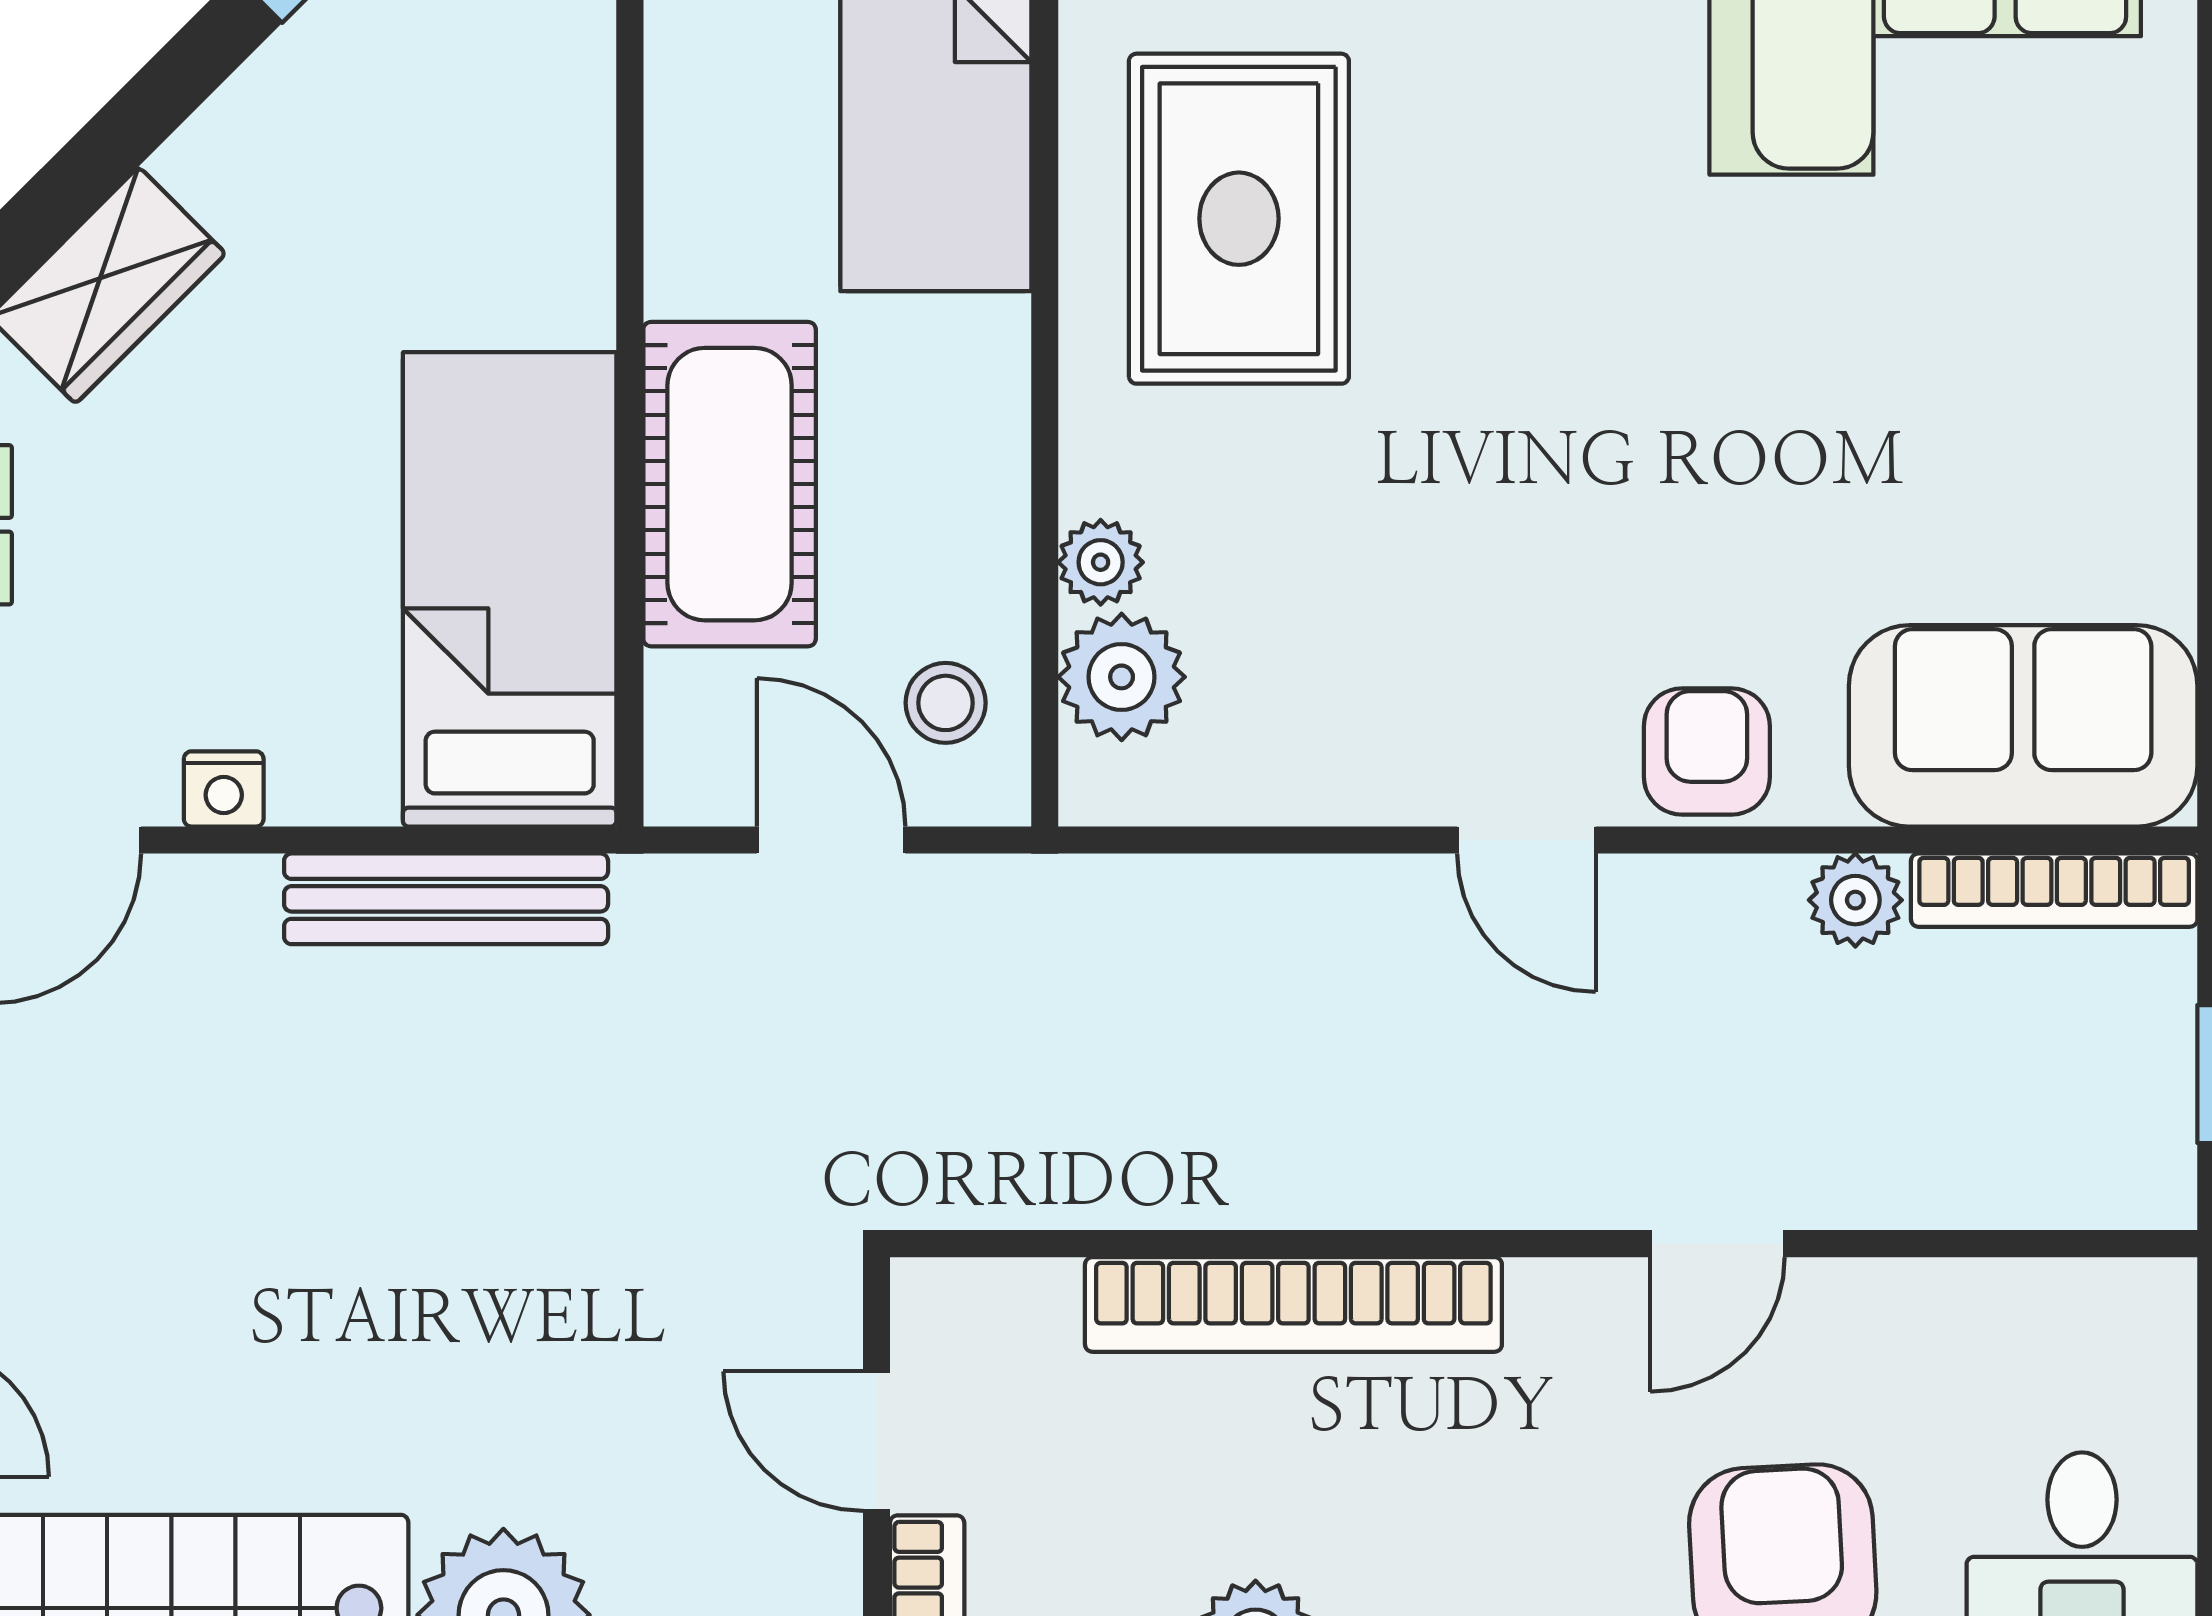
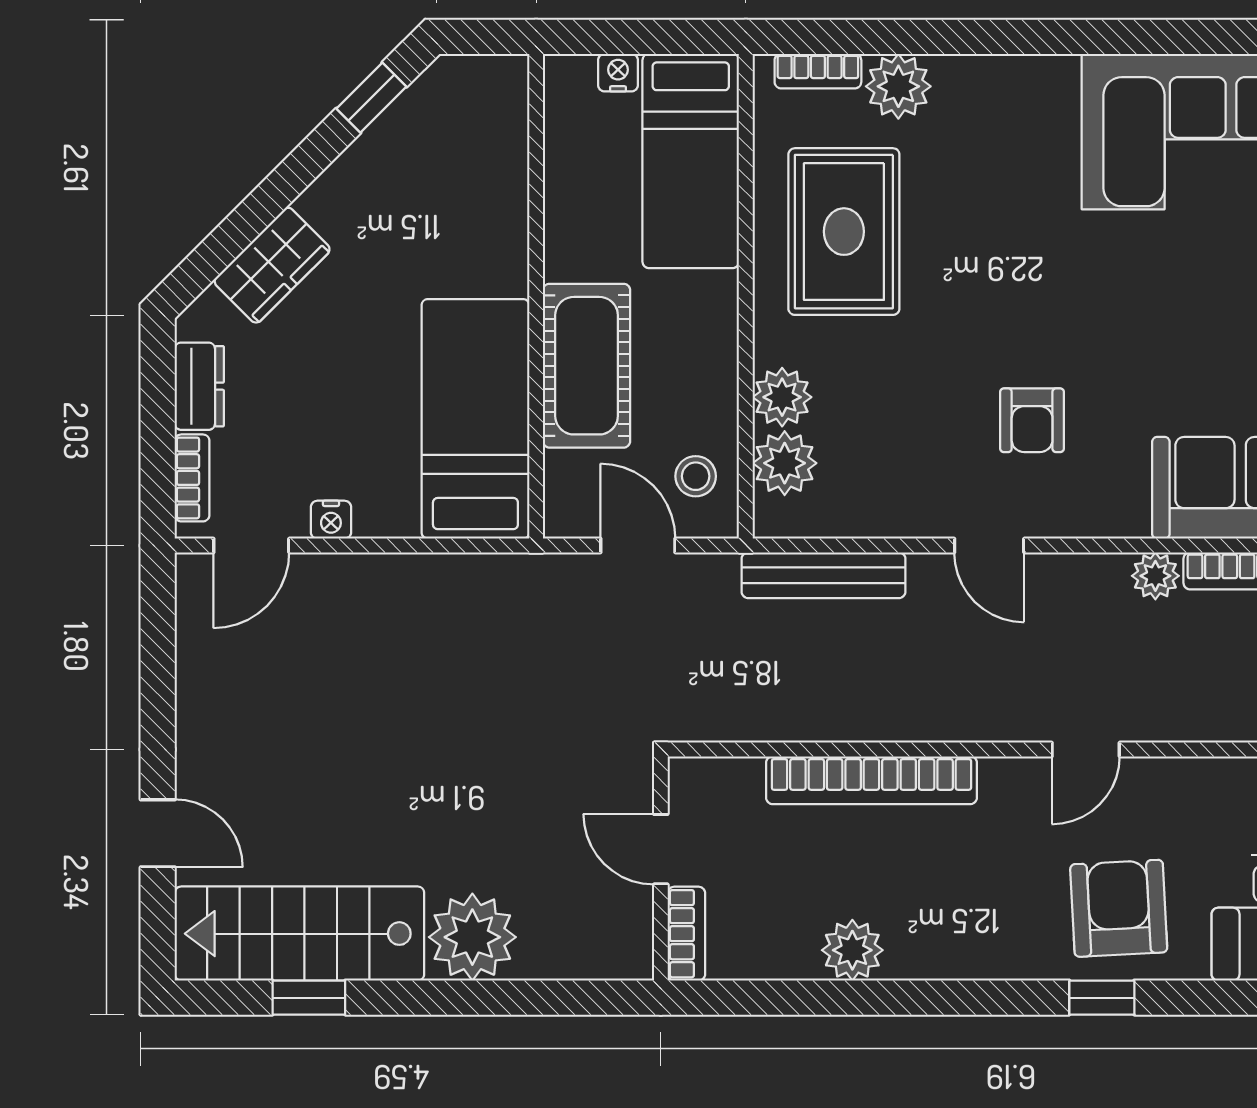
plant: (1101, 562) -> (782, 397), width x1.38, depth x1.38
armchair: (1707, 752) -> (1032, 420), moved, turned 180
bench: (446, 899) -> (824, 575), moved

